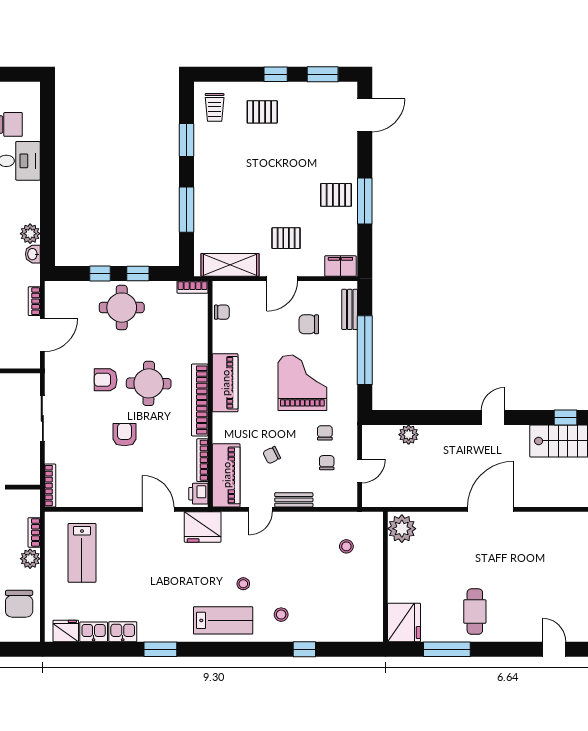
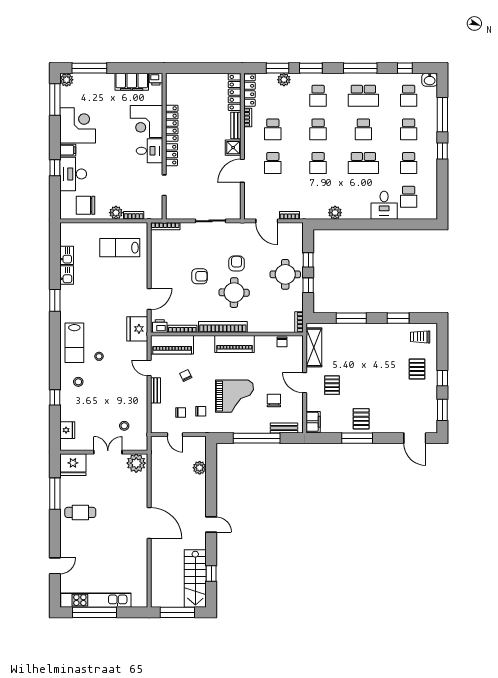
washbasin: (33, 254) -> (321, 214), removed
double door: (385, 571) -> (108, 452), added
fridge: (66, 631) -> (67, 430), moved

